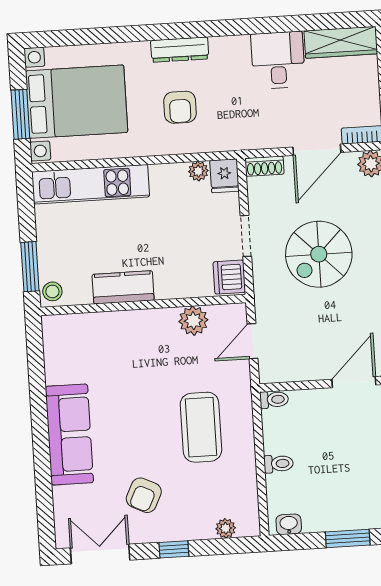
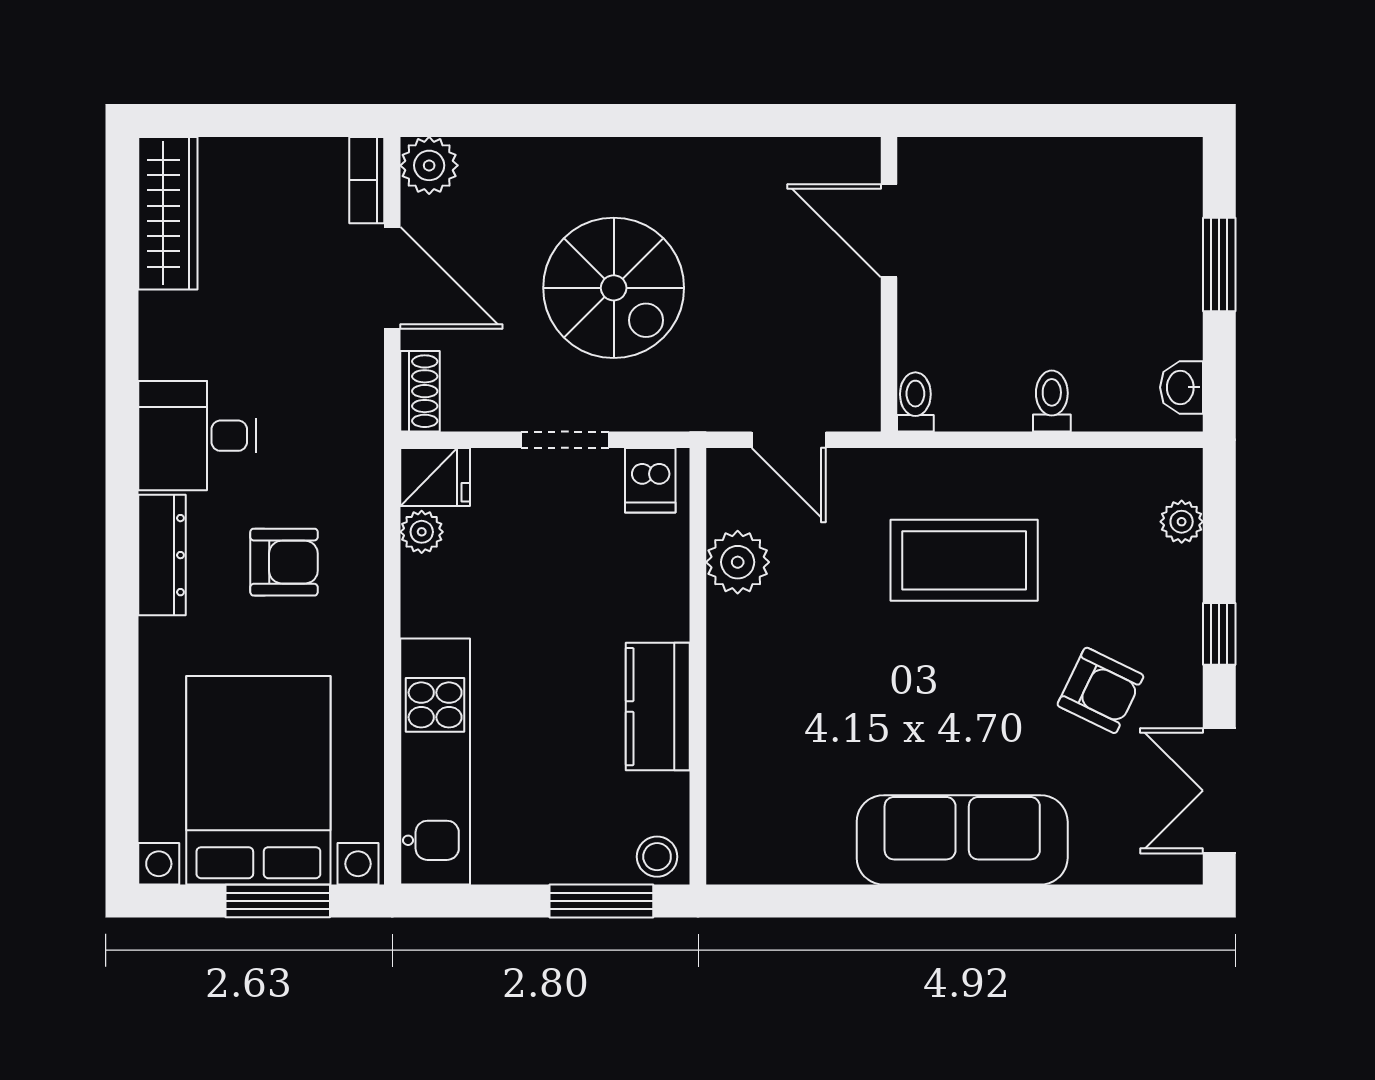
desk: (278, 60) -> (197, 436), moved
dishwasher: (229, 277) -> (650, 480), width x0.73

